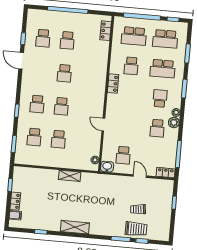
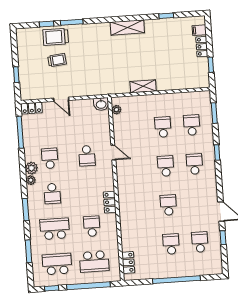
school desk: (134, 36) -> (94, 261), turned 180
school desk: (123, 155) -> (87, 156), moved, turned 180

